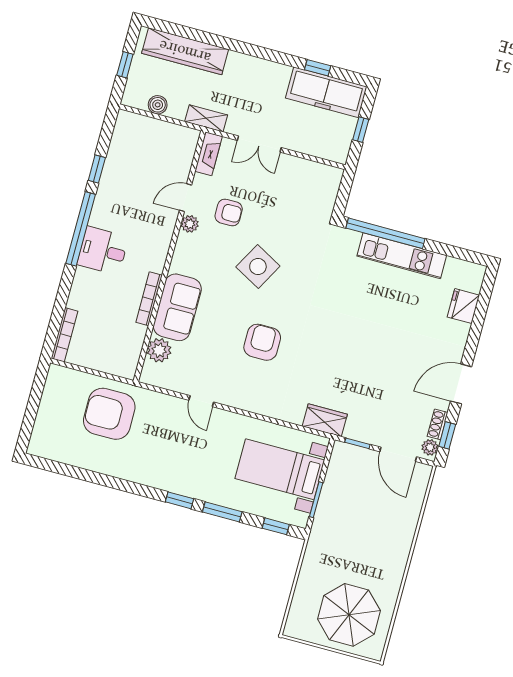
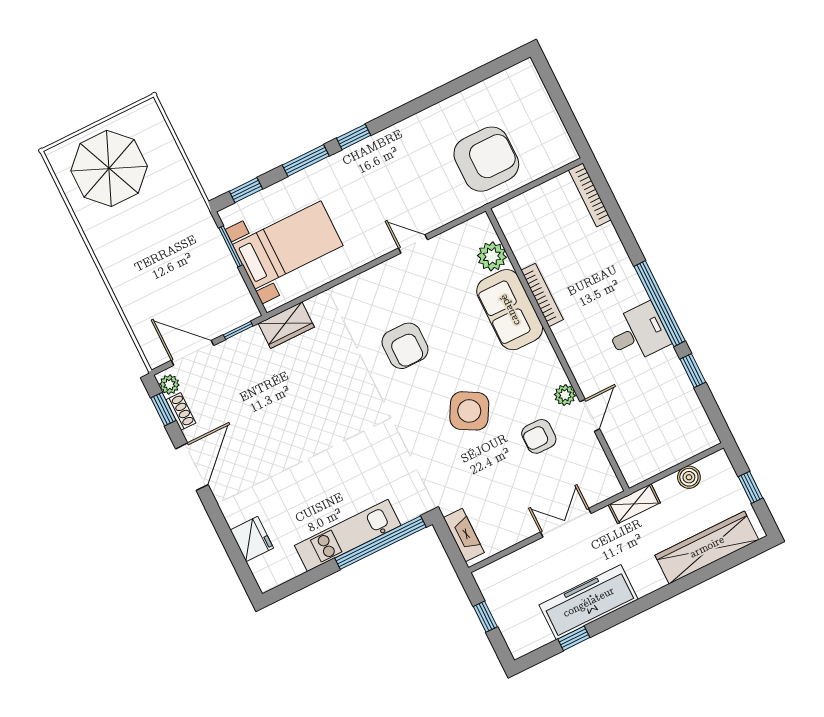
freezer: (326, 92) -> (589, 602), moved
fireplace: (209, 154) -> (464, 535), moved, turned 180
desk: (103, 251) -> (638, 333), moved

